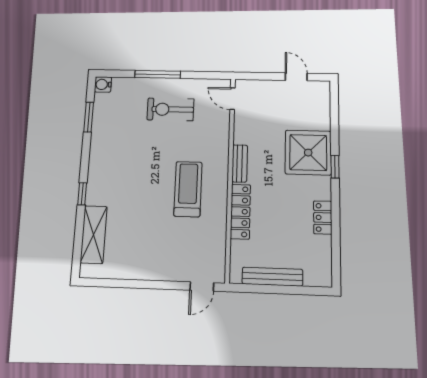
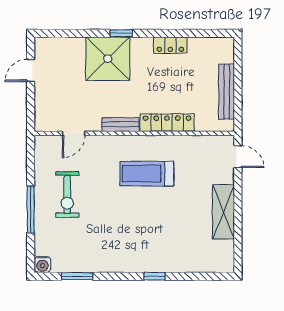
door: (232, 99) -> (74, 133), moved
shelving: (94, 234) -> (223, 212), moved, turned 90

